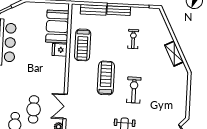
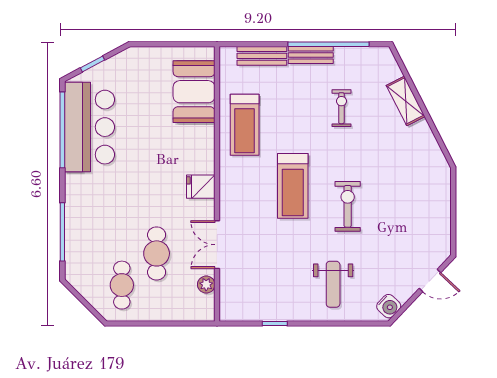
fridge: (60, 50) -> (201, 187), moved
shelving: (174, 54) -> (406, 101), moved
treadmill: (106, 78) -> (293, 186), turned 180

